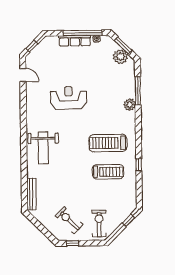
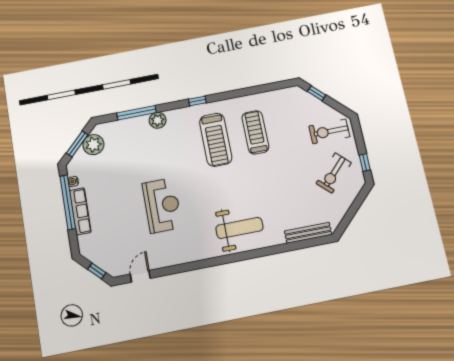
reception desk: (68, 98) -> (162, 205), turned 180
window: (139, 165) -> (197, 101), moved

